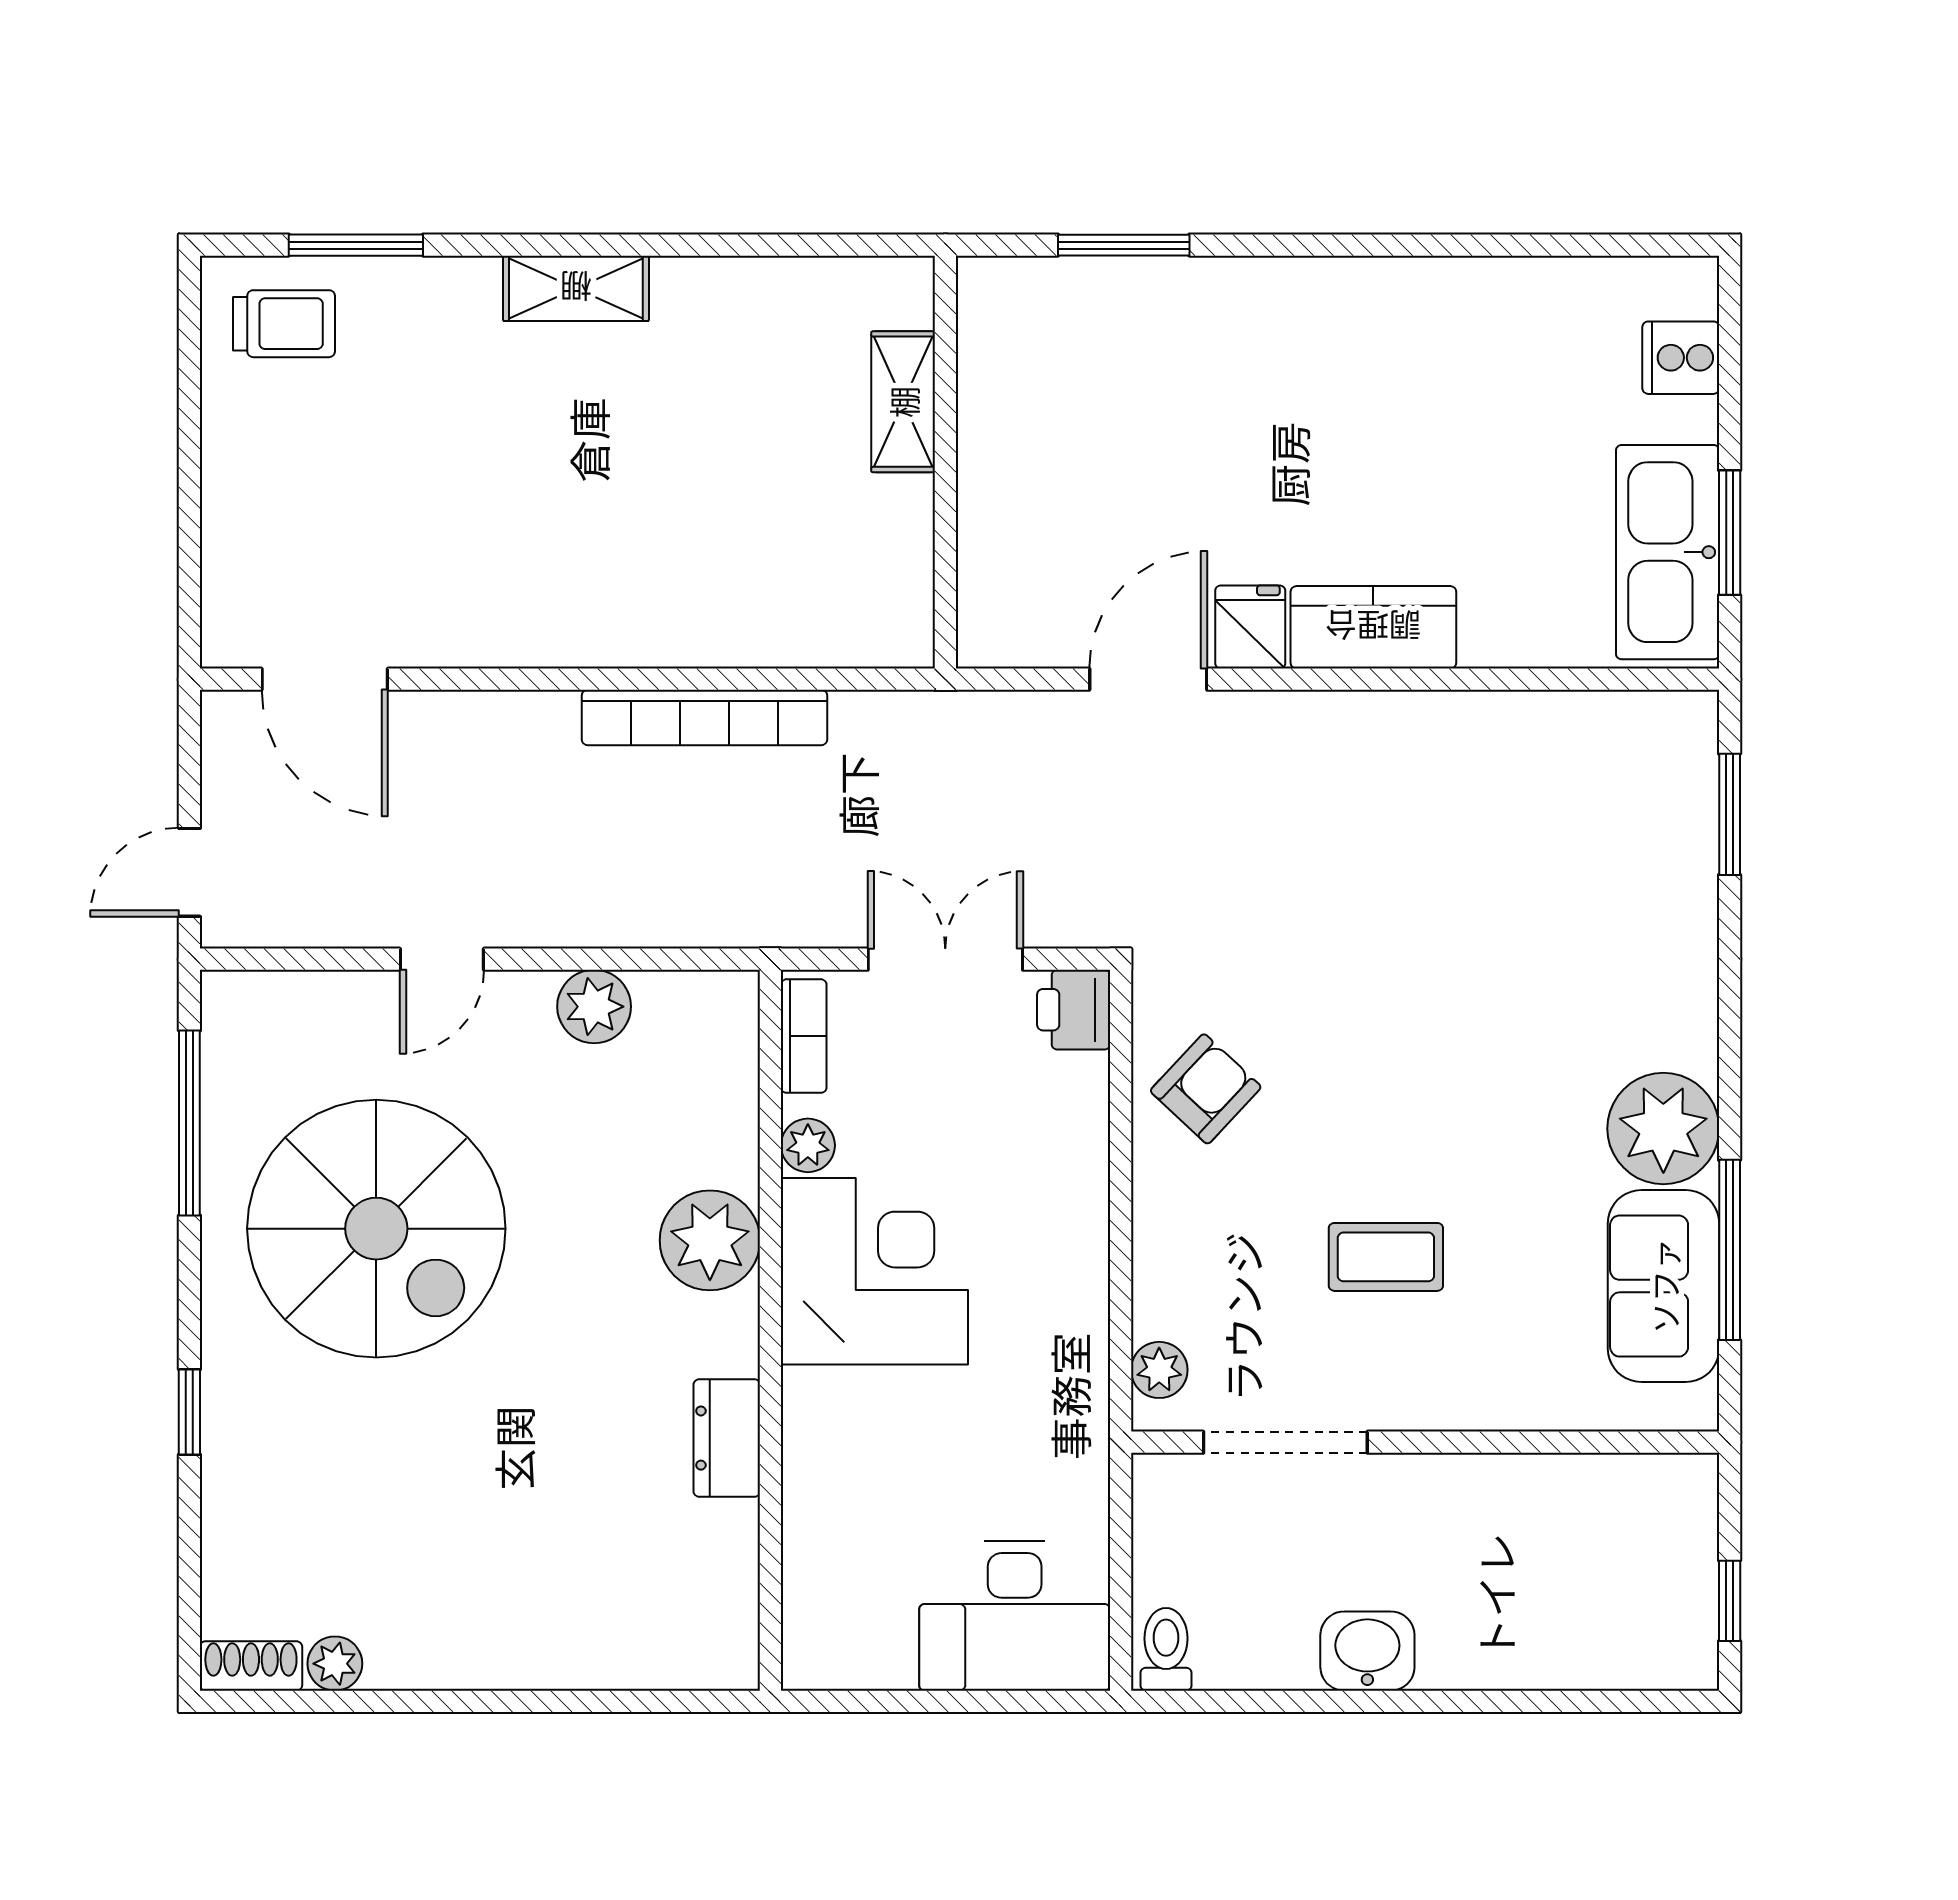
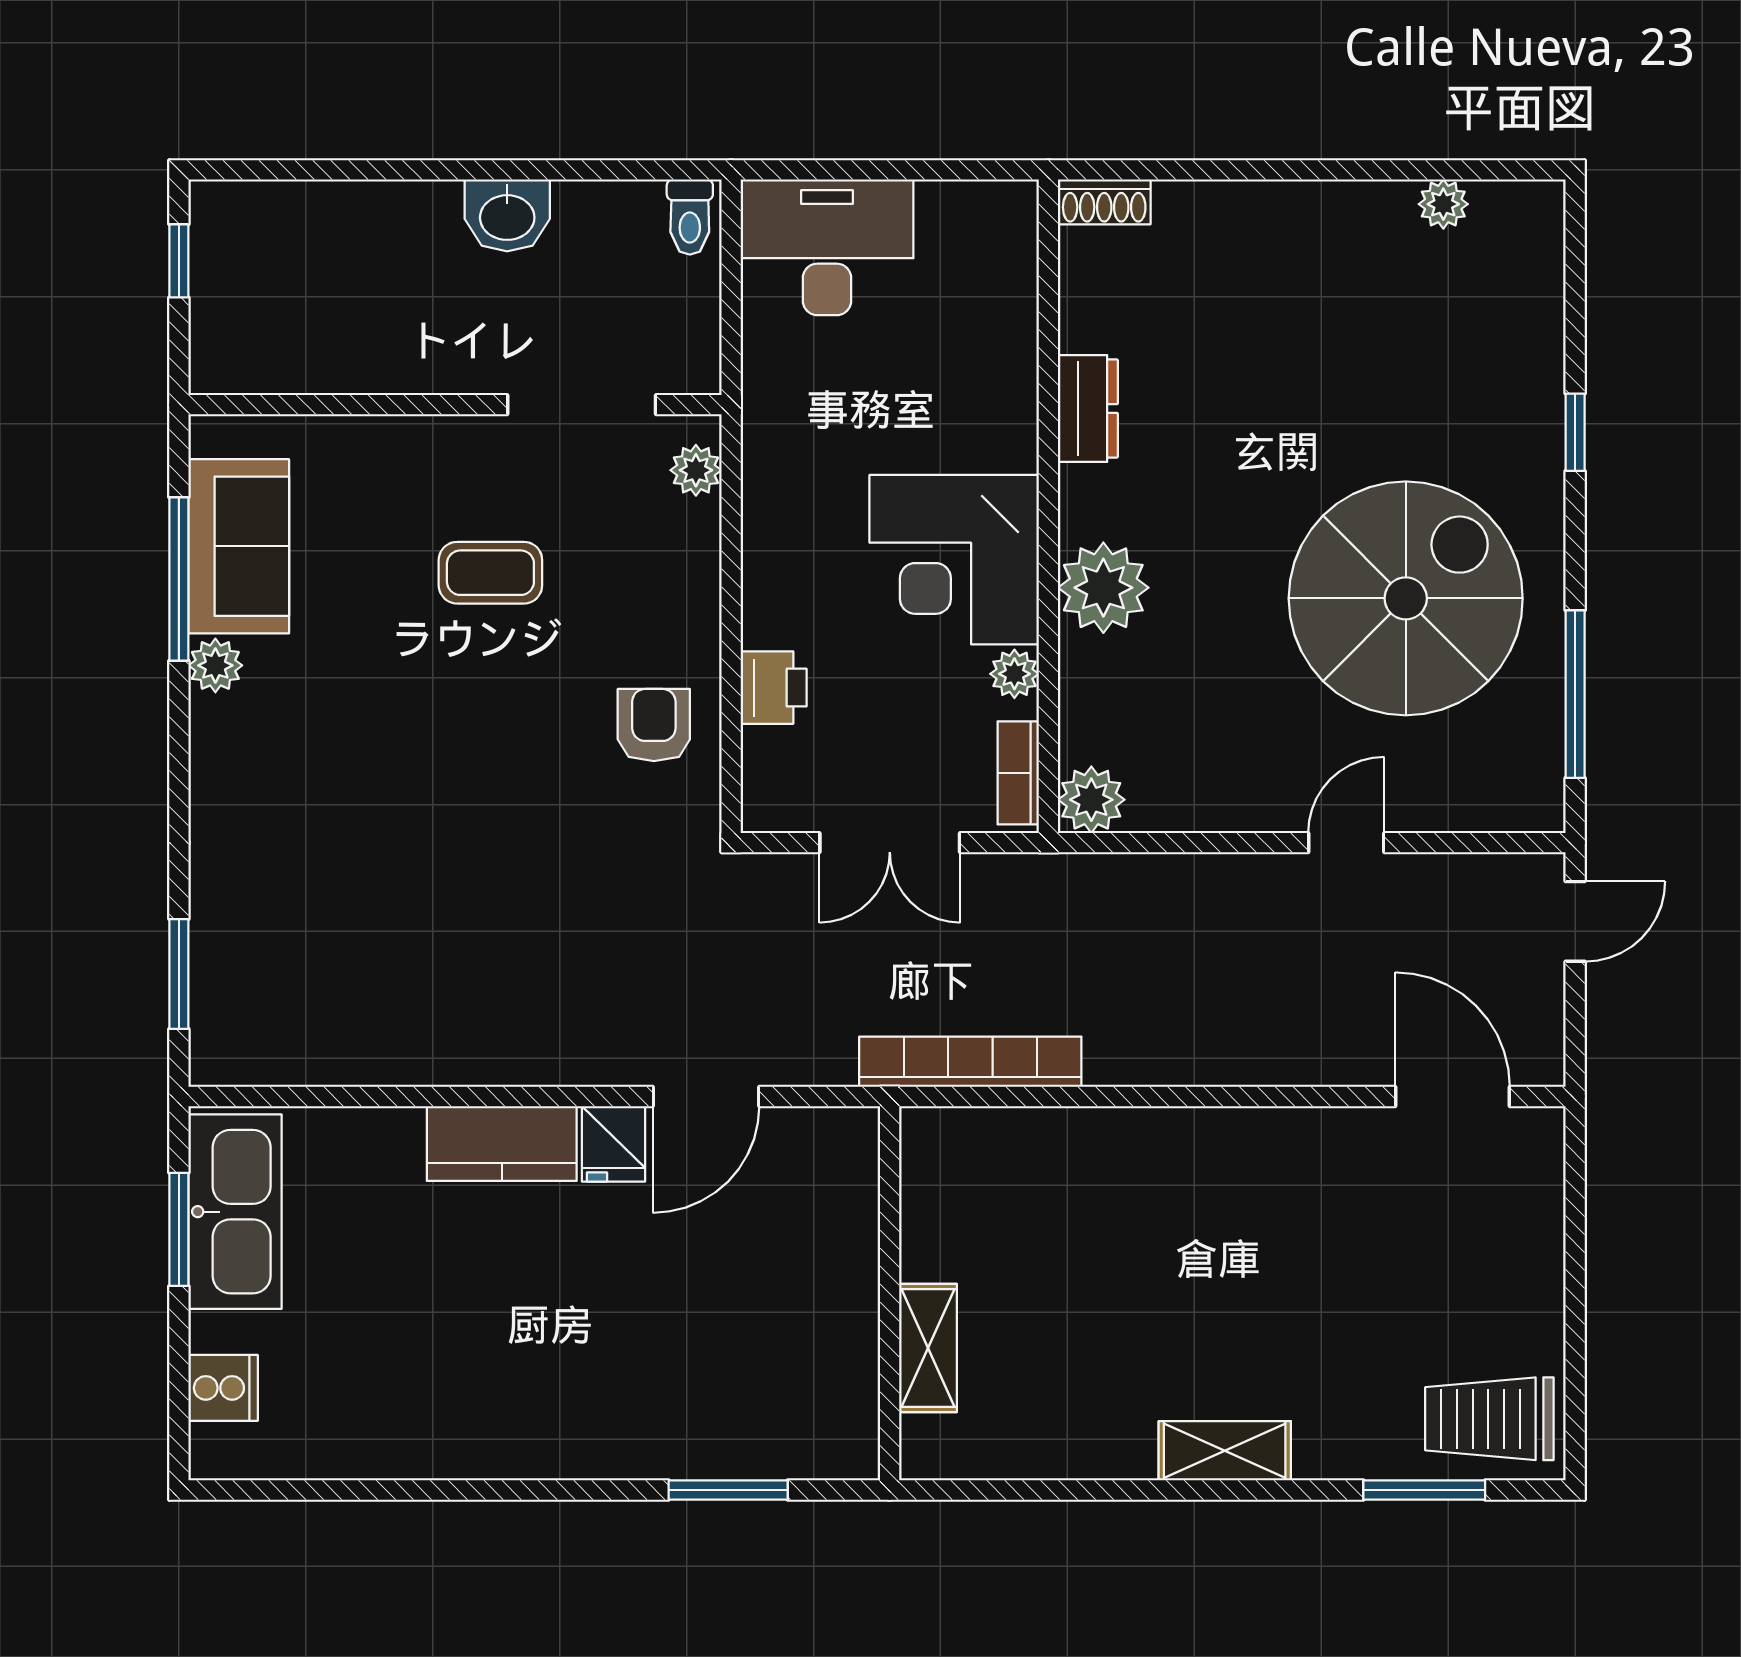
trolley: (284, 324) -> (1489, 1419), width x1.36, depth x1.39
bookcase: (704, 717) -> (970, 1062), moved
plant: (594, 1007) -> (1091, 800), moved
printer: (1074, 1010) -> (774, 688), moved
armchair: (1206, 1089) -> (654, 725), turned 137
plant: (1663, 1129) -> (215, 665), width x0.53, depth x0.53
spiral stairs: (376, 1229) -> (1406, 598), turned 90
shoe rack: (251, 1666) -> (1104, 202), moved

